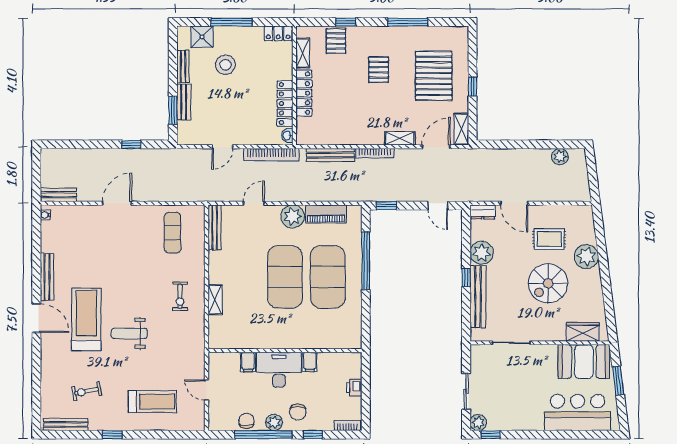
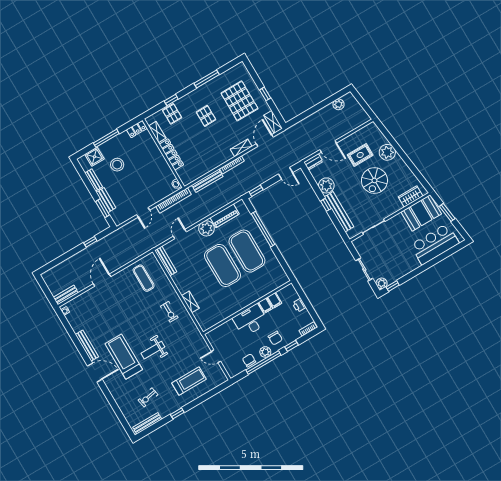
locker: (285, 104) -> (164, 167), removed
filing cabinet: (248, 362) -> (274, 300), moved

